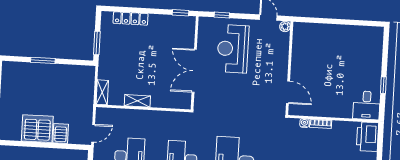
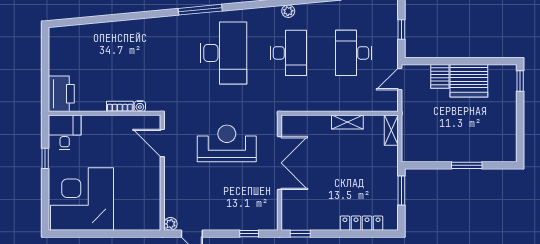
reception desk: (233, 49) -> (227, 143), moved, turned -90
corner desk: (356, 51) -> (82, 199), added

